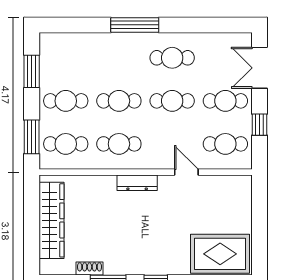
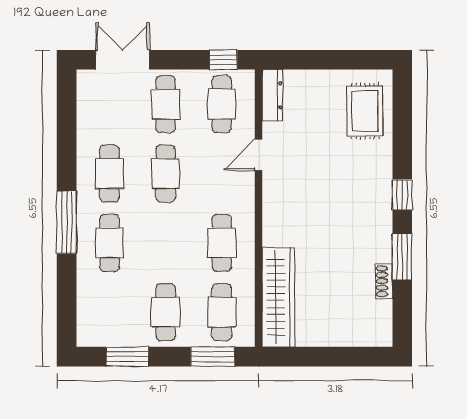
double door: (259, 68) -> (123, 60), swing flipped
cafe table: (119, 101) -> (110, 243), moved
window: (259, 125) -> (223, 60), moved
dresser: (137, 183) -> (272, 95), moved
wardrobe: (51, 220) -> (278, 297), moved, turned 90
rug: (220, 254) -> (365, 111), width x0.73, depth x0.70

